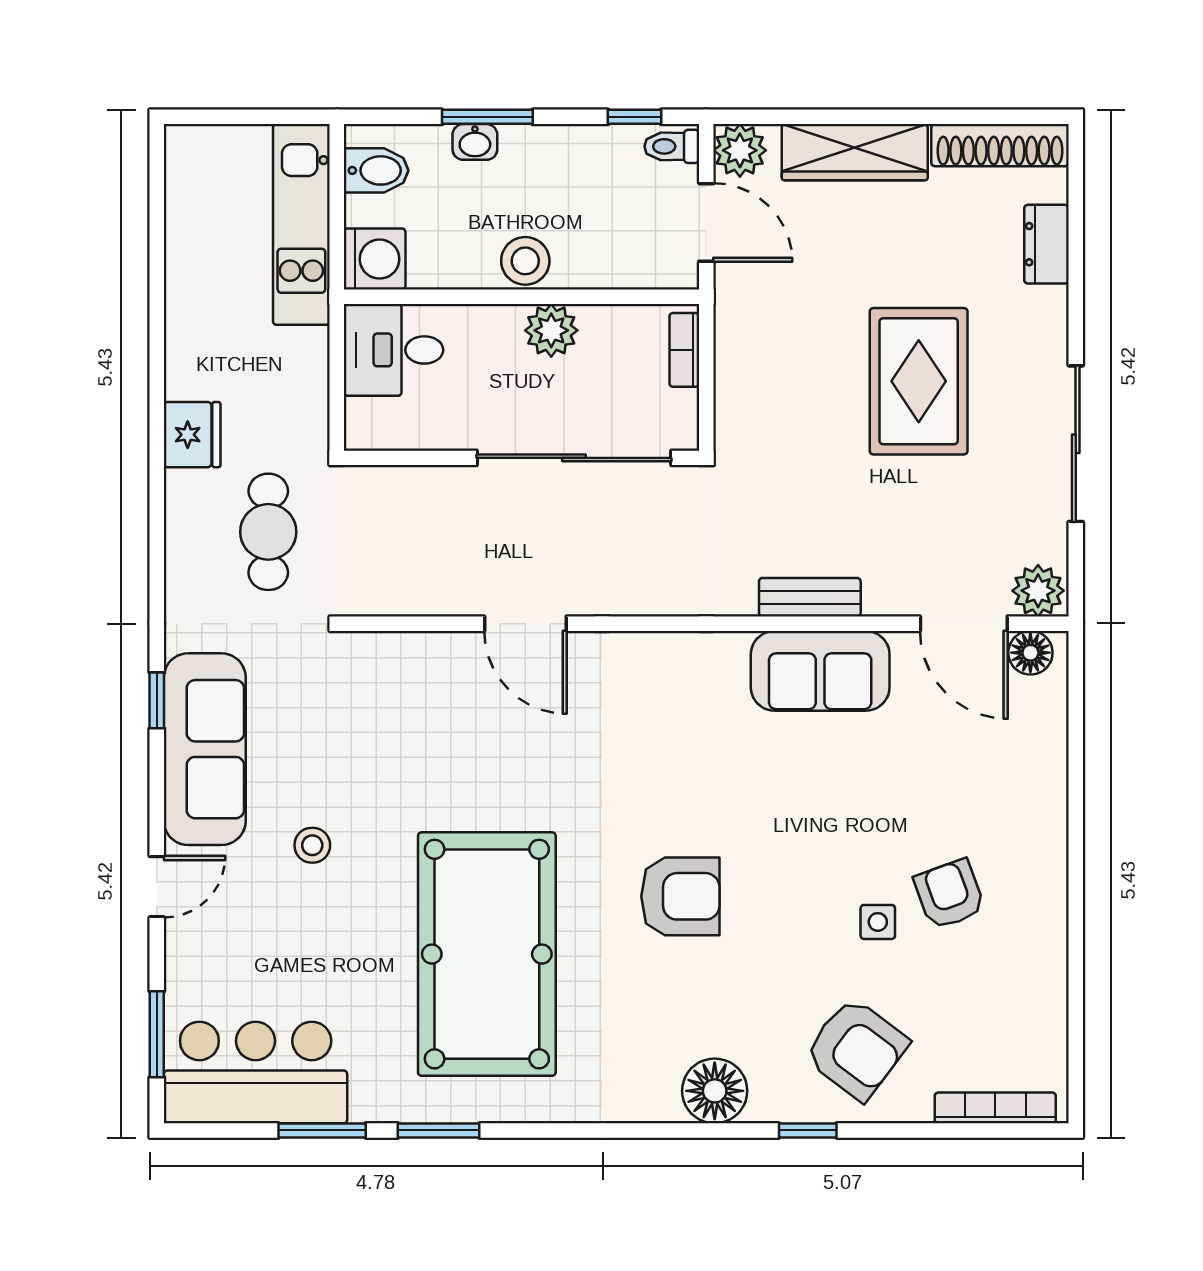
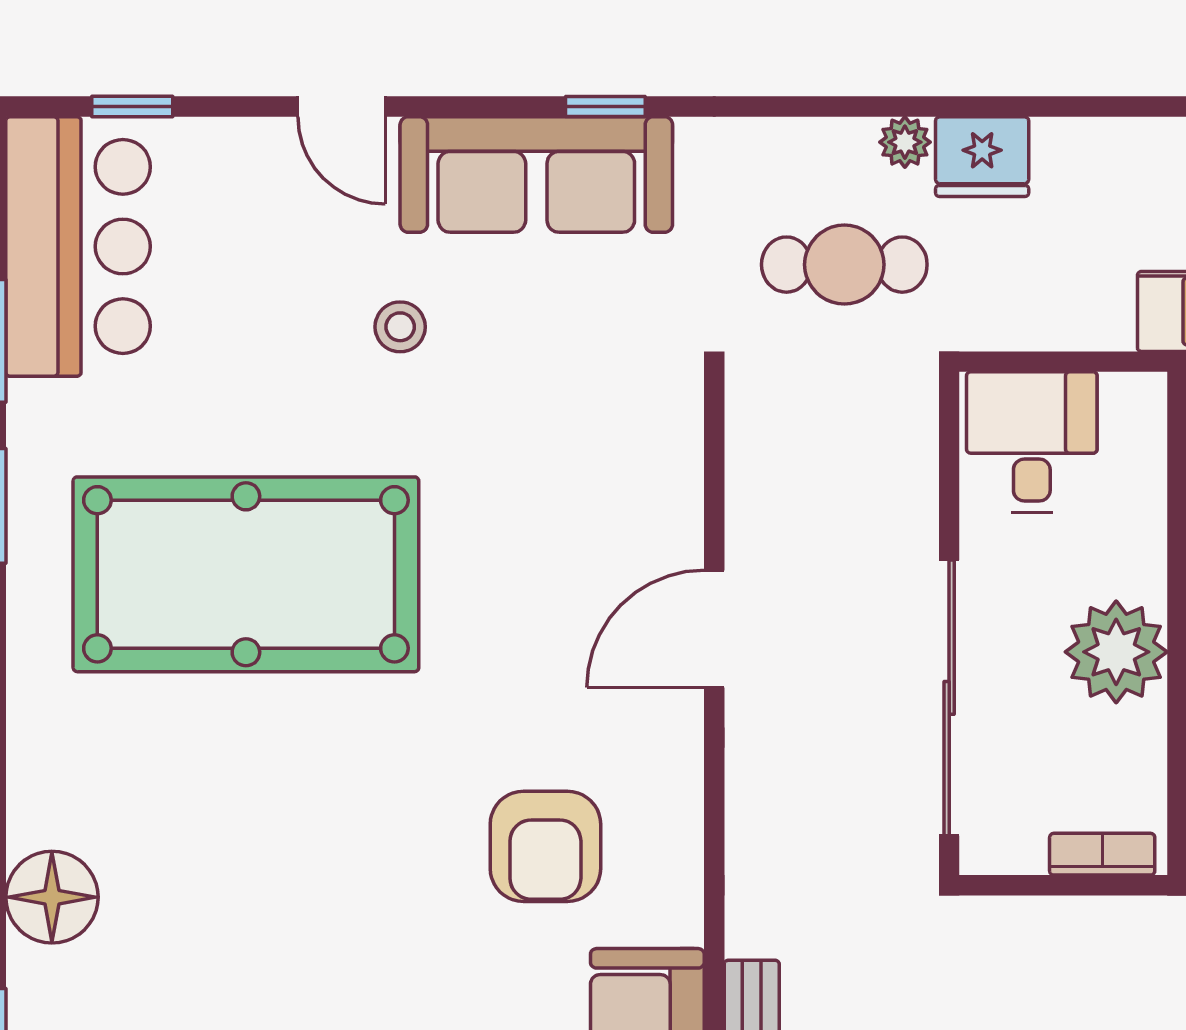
plant: (551, 330) -> (1116, 652), width x1.36, depth x1.36
desk: (394, 350) -> (1032, 442), moved
plant: (182, 489) -> (905, 142), added
armchair: (680, 896) -> (545, 846), moved
window: (157, 1034) -> (132, 107), width x0.67

